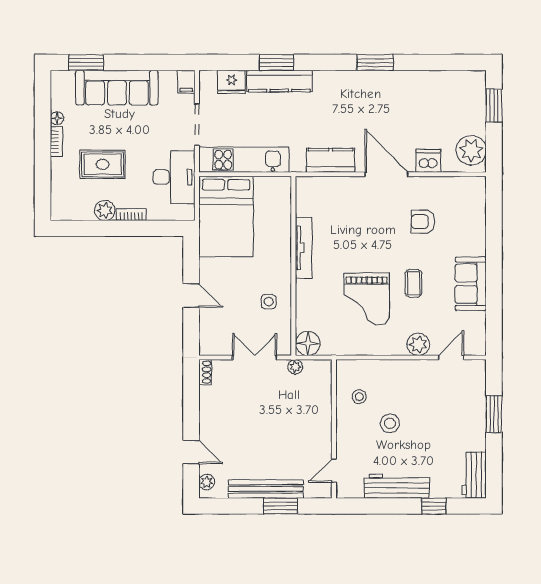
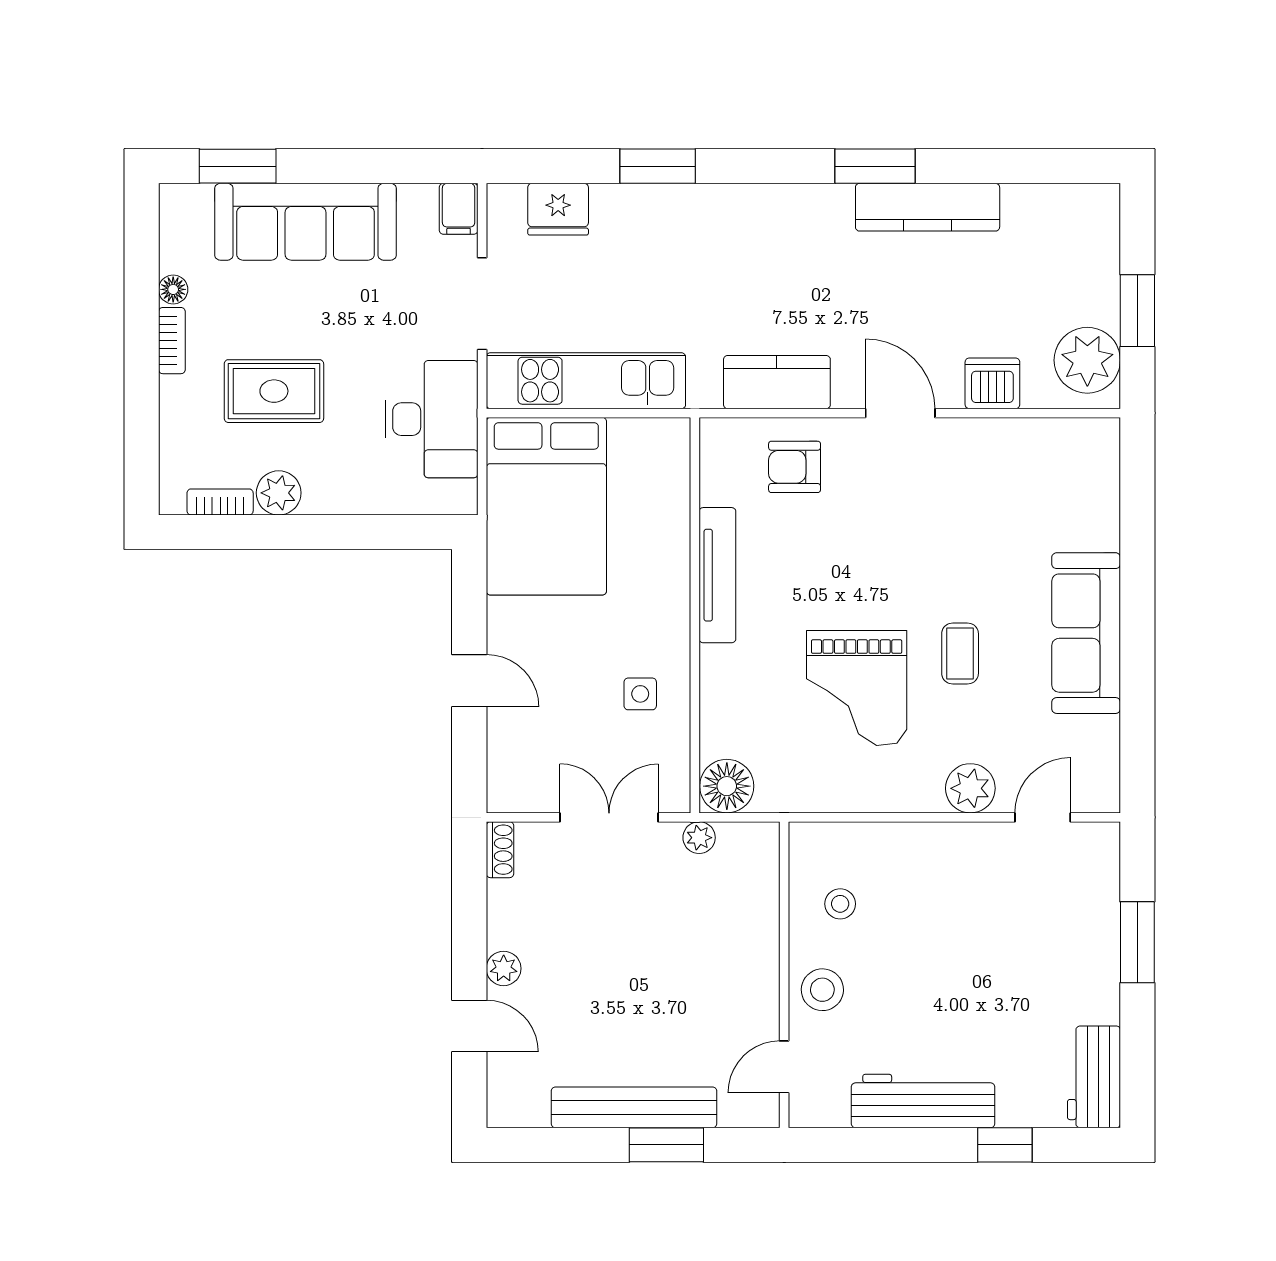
kitchen counter: (279, 81) -> (928, 207), moved
window: (494, 105) -> (1137, 311), moved
door: (386, 174) -> (900, 413), width x0.73
bookcase: (131, 215) -> (220, 502), moved
armchair: (423, 222) -> (795, 467), moved
sofa: (471, 284) -> (1086, 633), width x1.36
stool: (390, 423) -> (822, 990), moved
plant: (207, 482) -> (504, 968), moved

